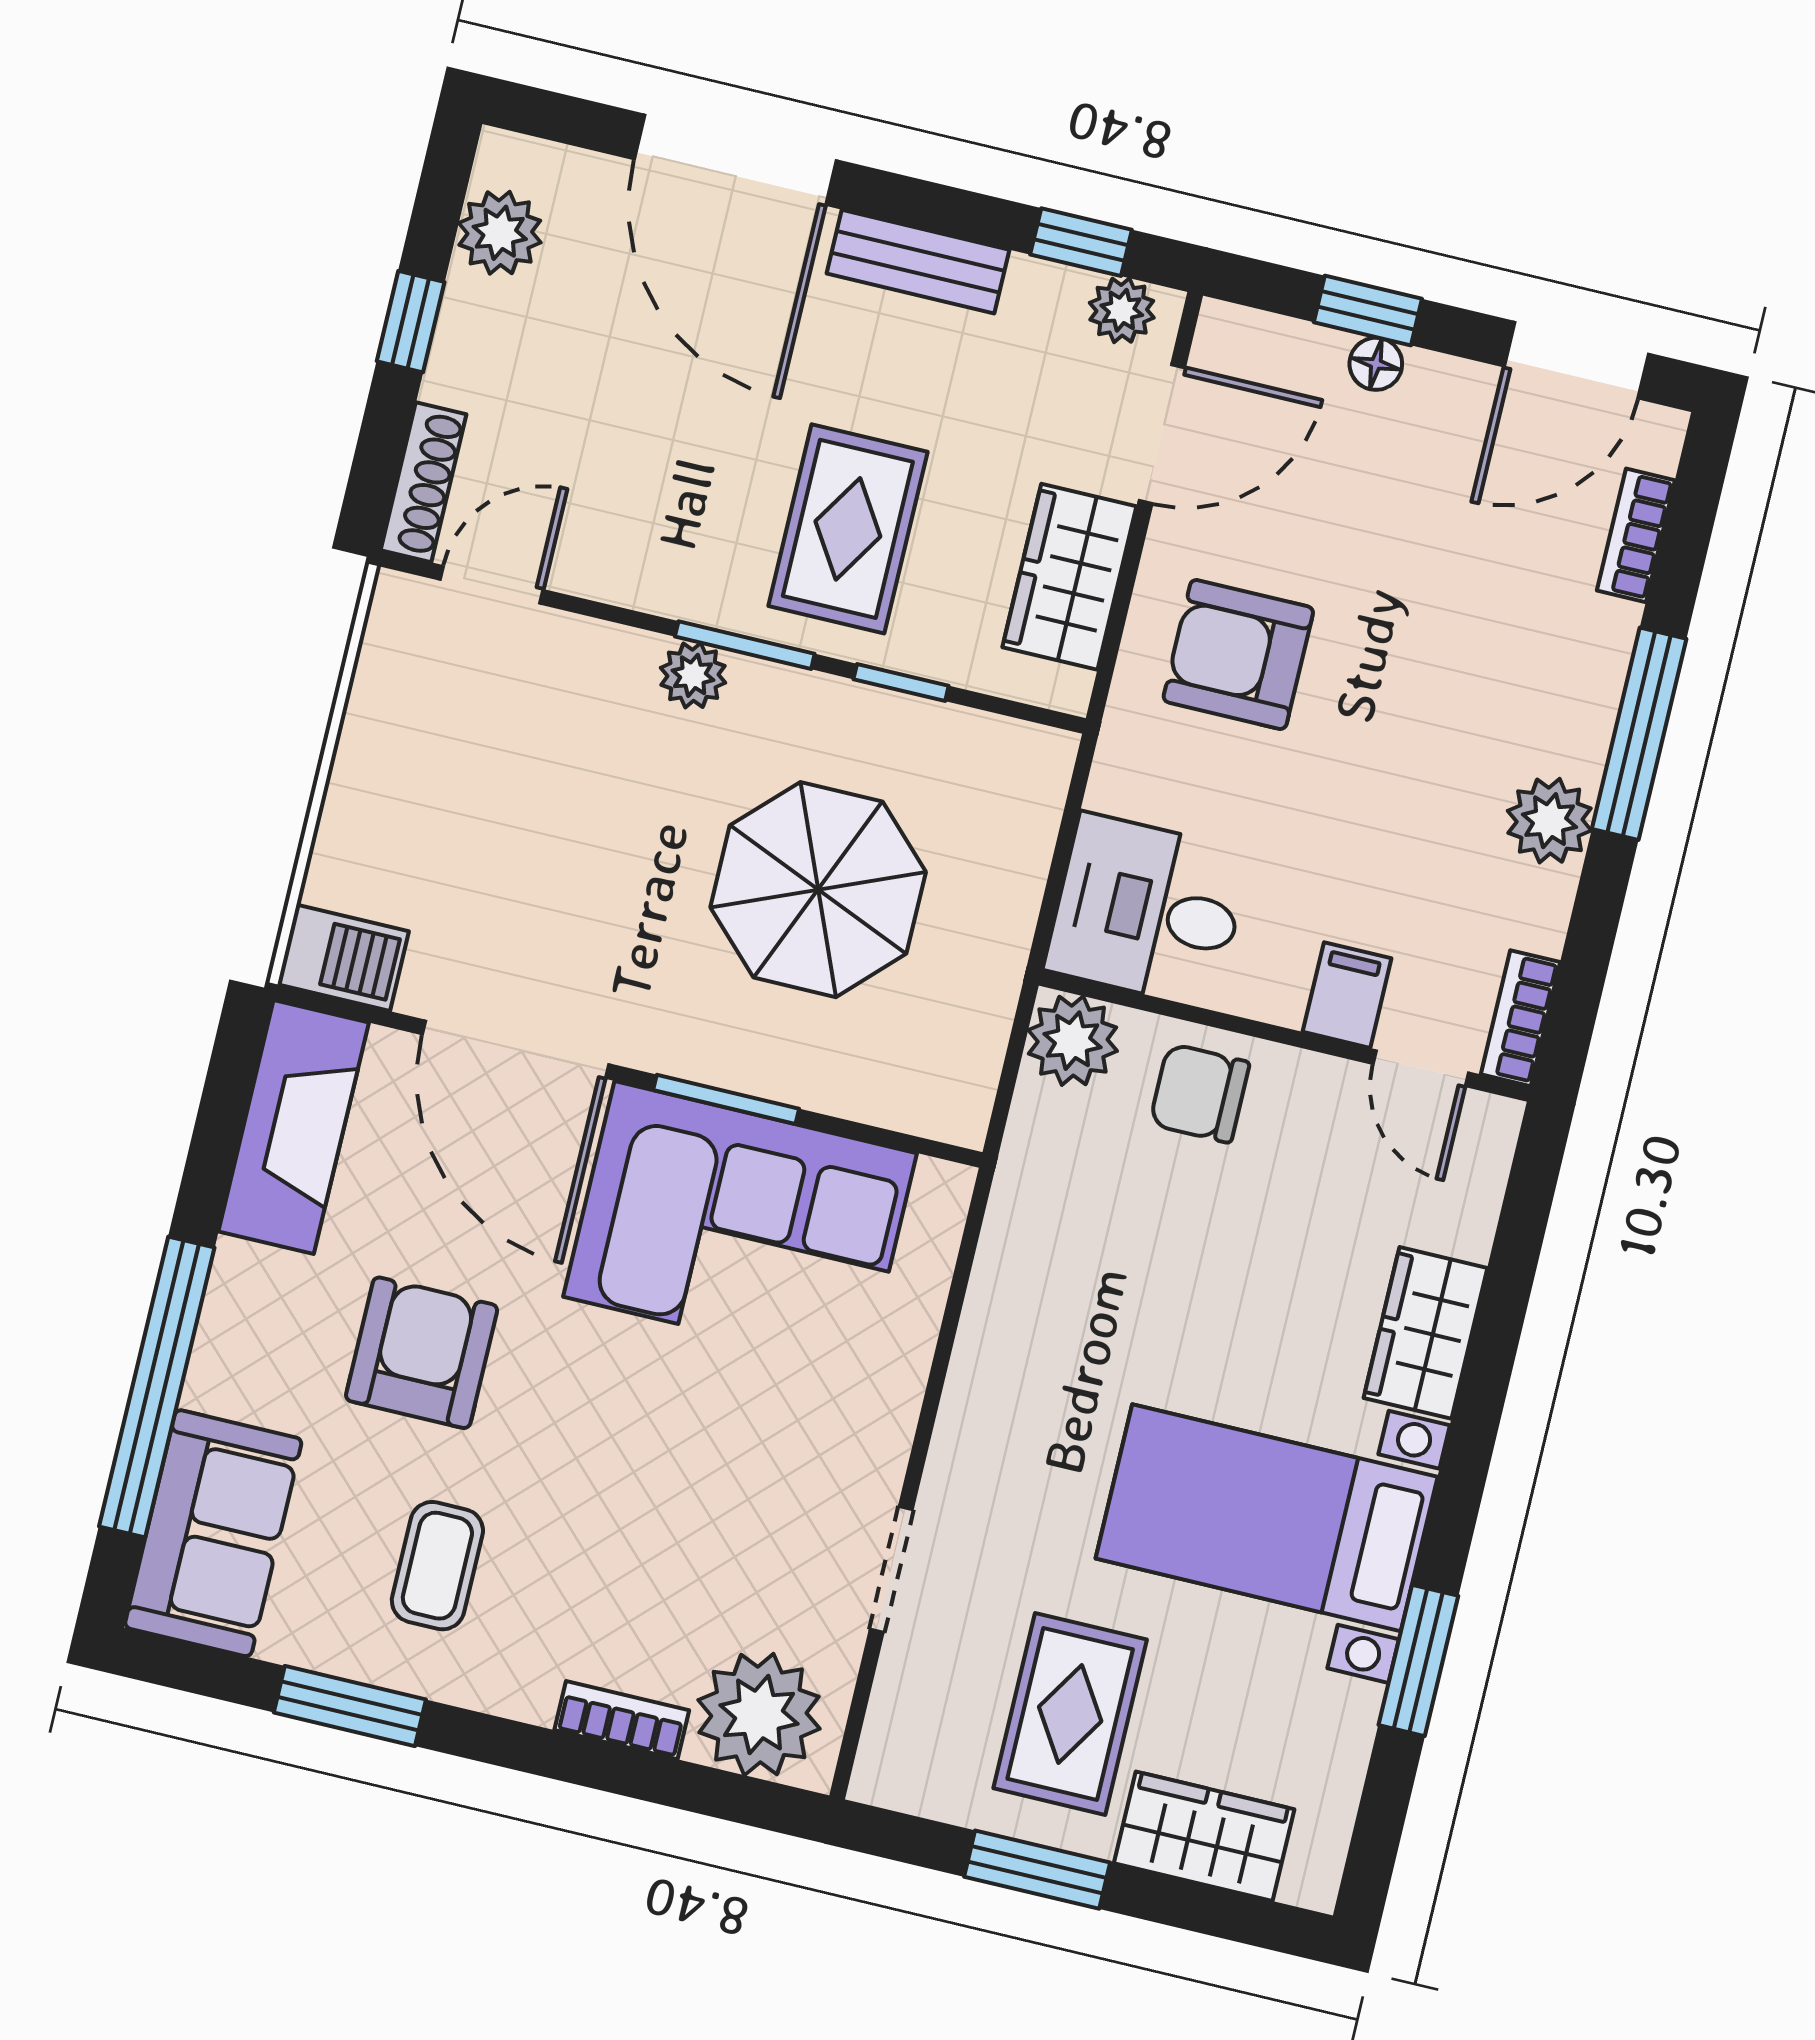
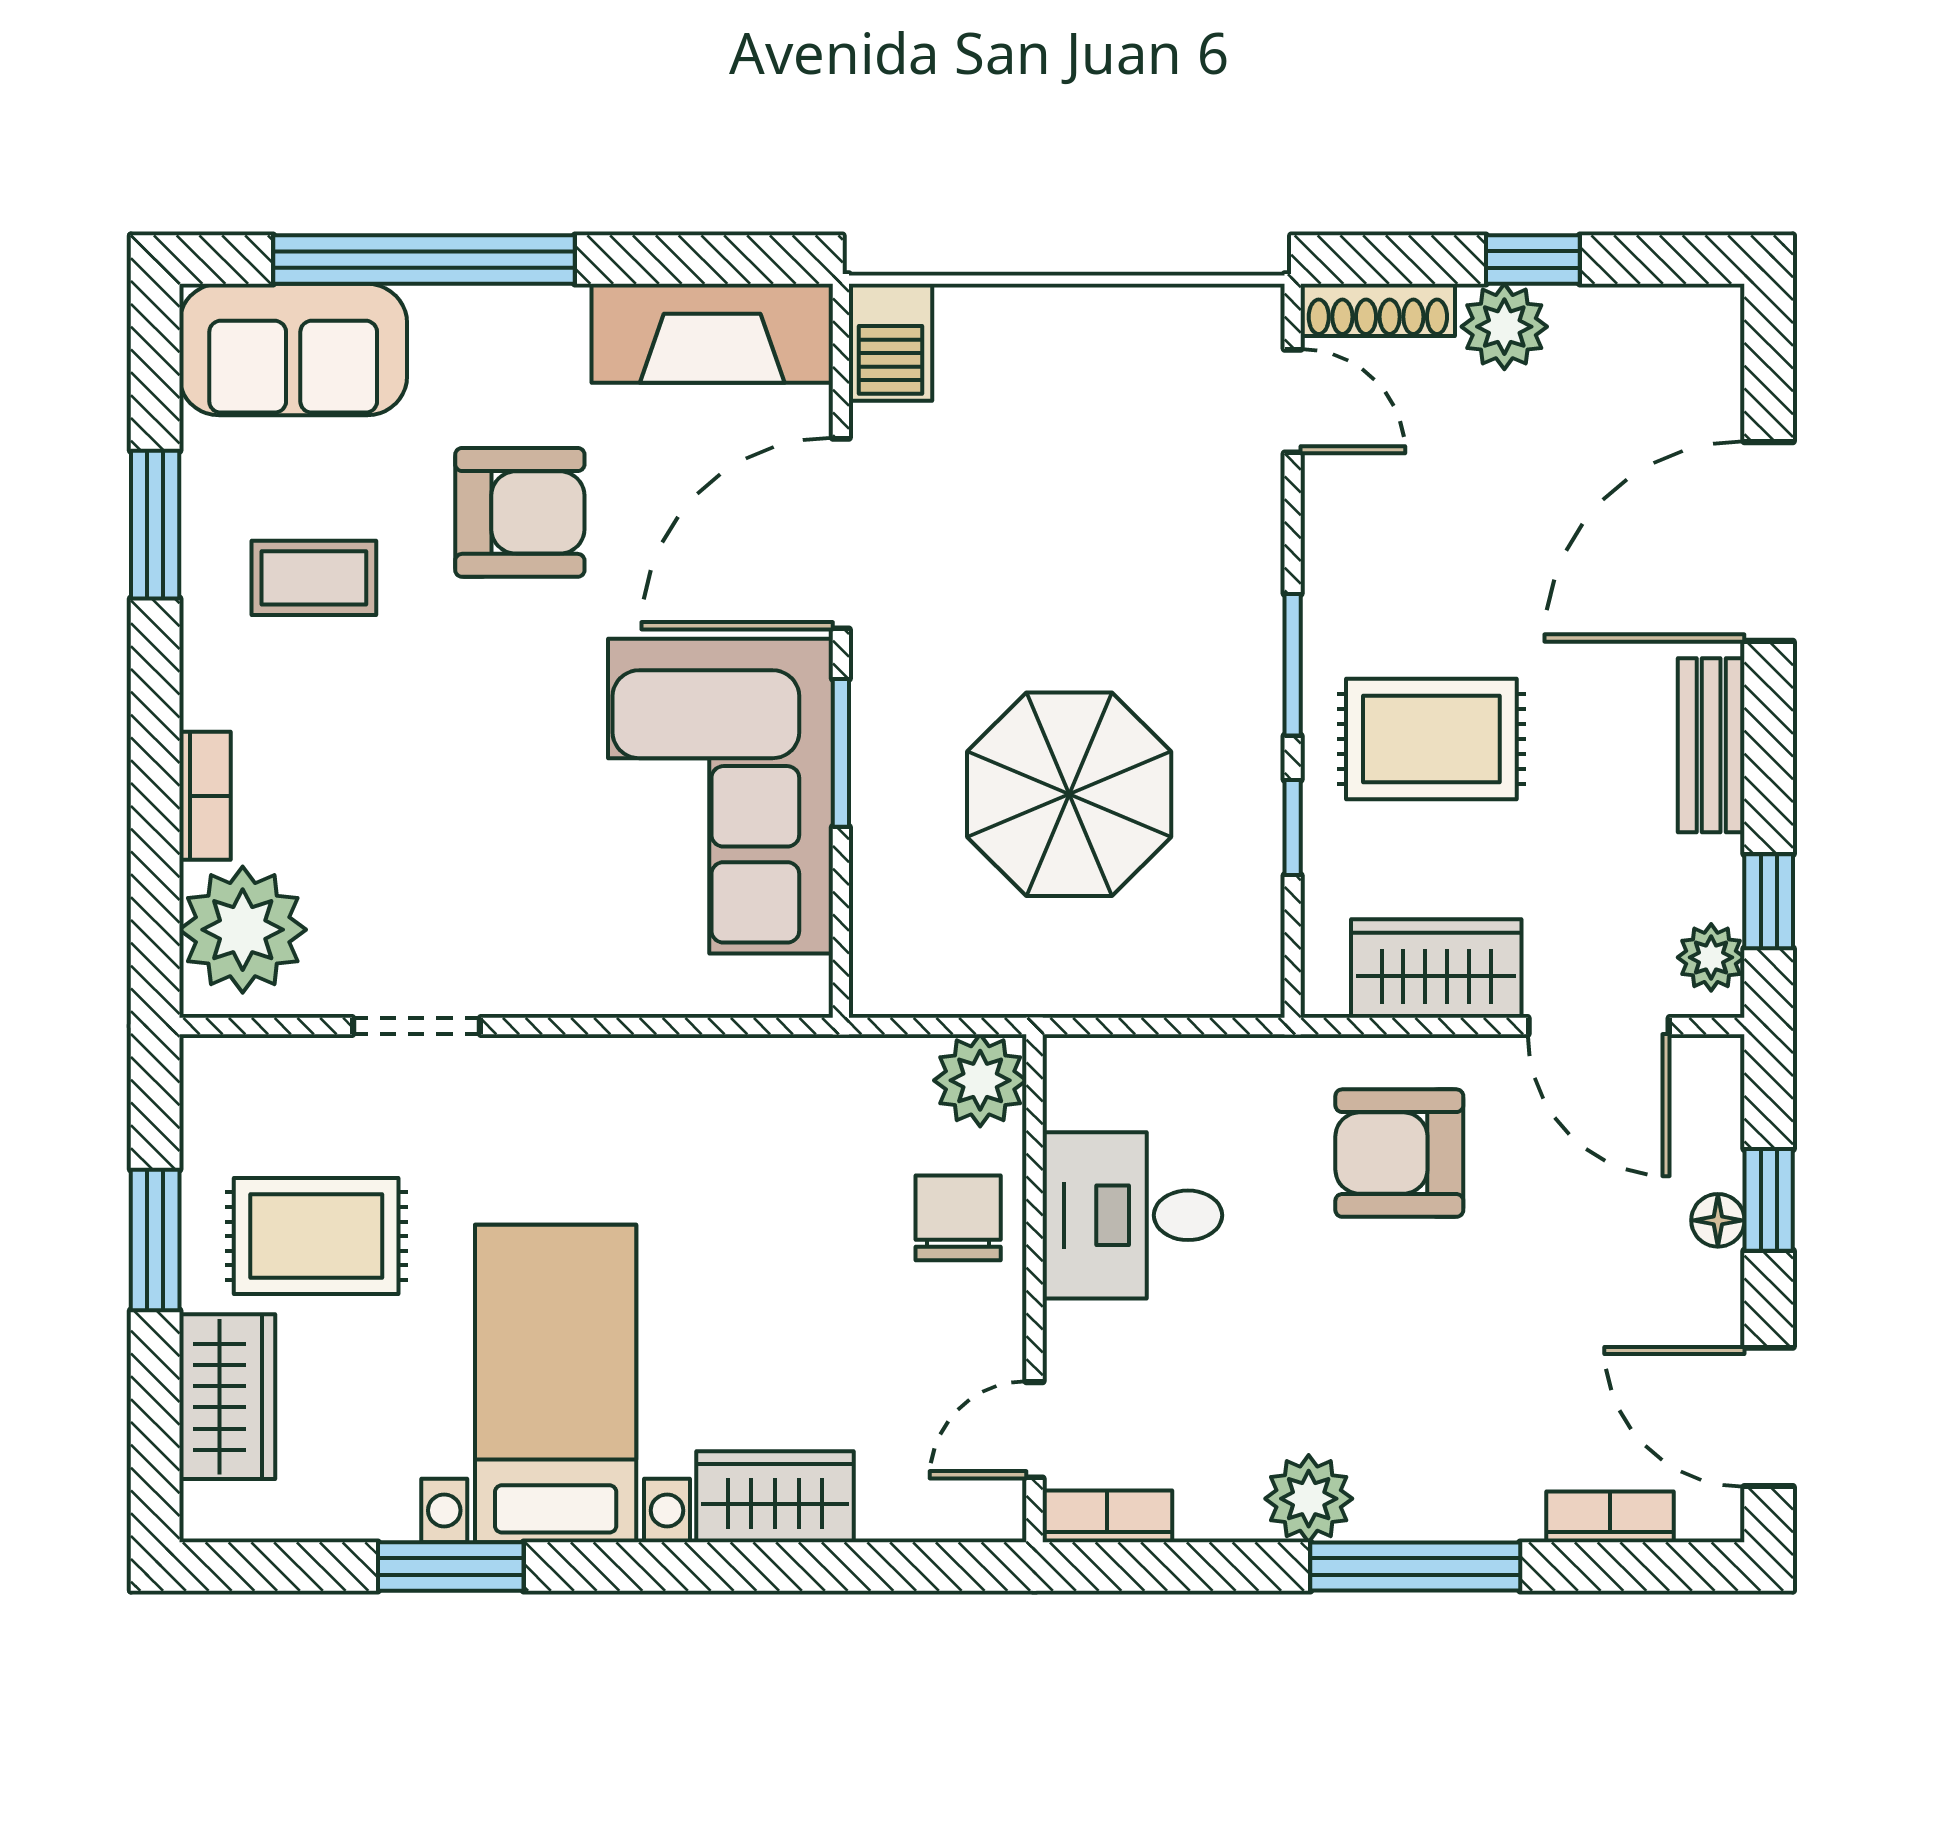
plant: (500, 233) -> (1504, 327), moved
armchair: (1238, 655) -> (1399, 1153), turned -90
plant: (693, 675) -> (1251, 621), removed
desk: (1148, 911) -> (1132, 1215), moved, turned -90
filing cabinet: (1347, 995) -> (1089, 1340), removed

